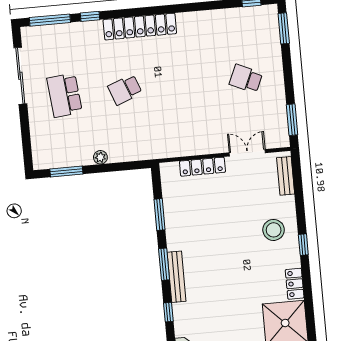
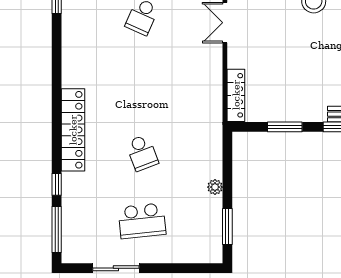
sliding door: (20, 76) -> (116, 268), width x0.73
locker: (202, 167) -> (236, 95), moved

